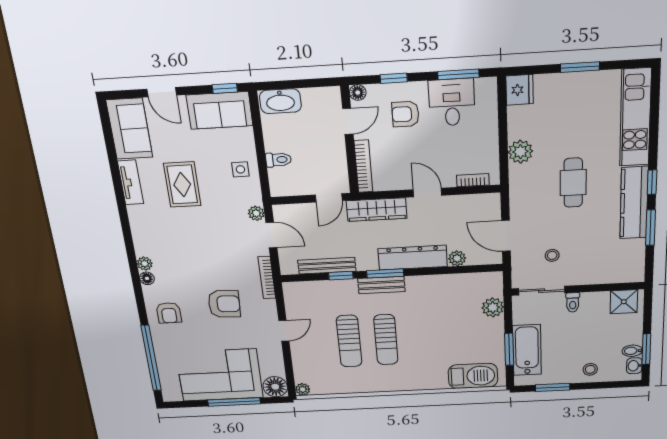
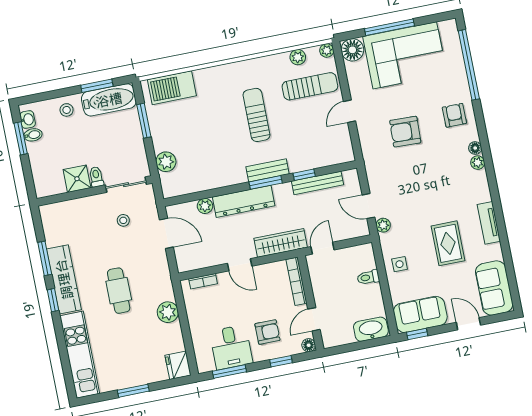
tv unit: (131, 182) -> (489, 223), moved
bookcase: (267, 278) -> (369, 164), removed
shower: (624, 302) -> (77, 179), moved
sun lounger: (349, 341) -> (310, 86), moved, turned 90
bathtub: (527, 350) -> (109, 100), moved, turned -90
plant: (334, 387) -> (298, 57), added

